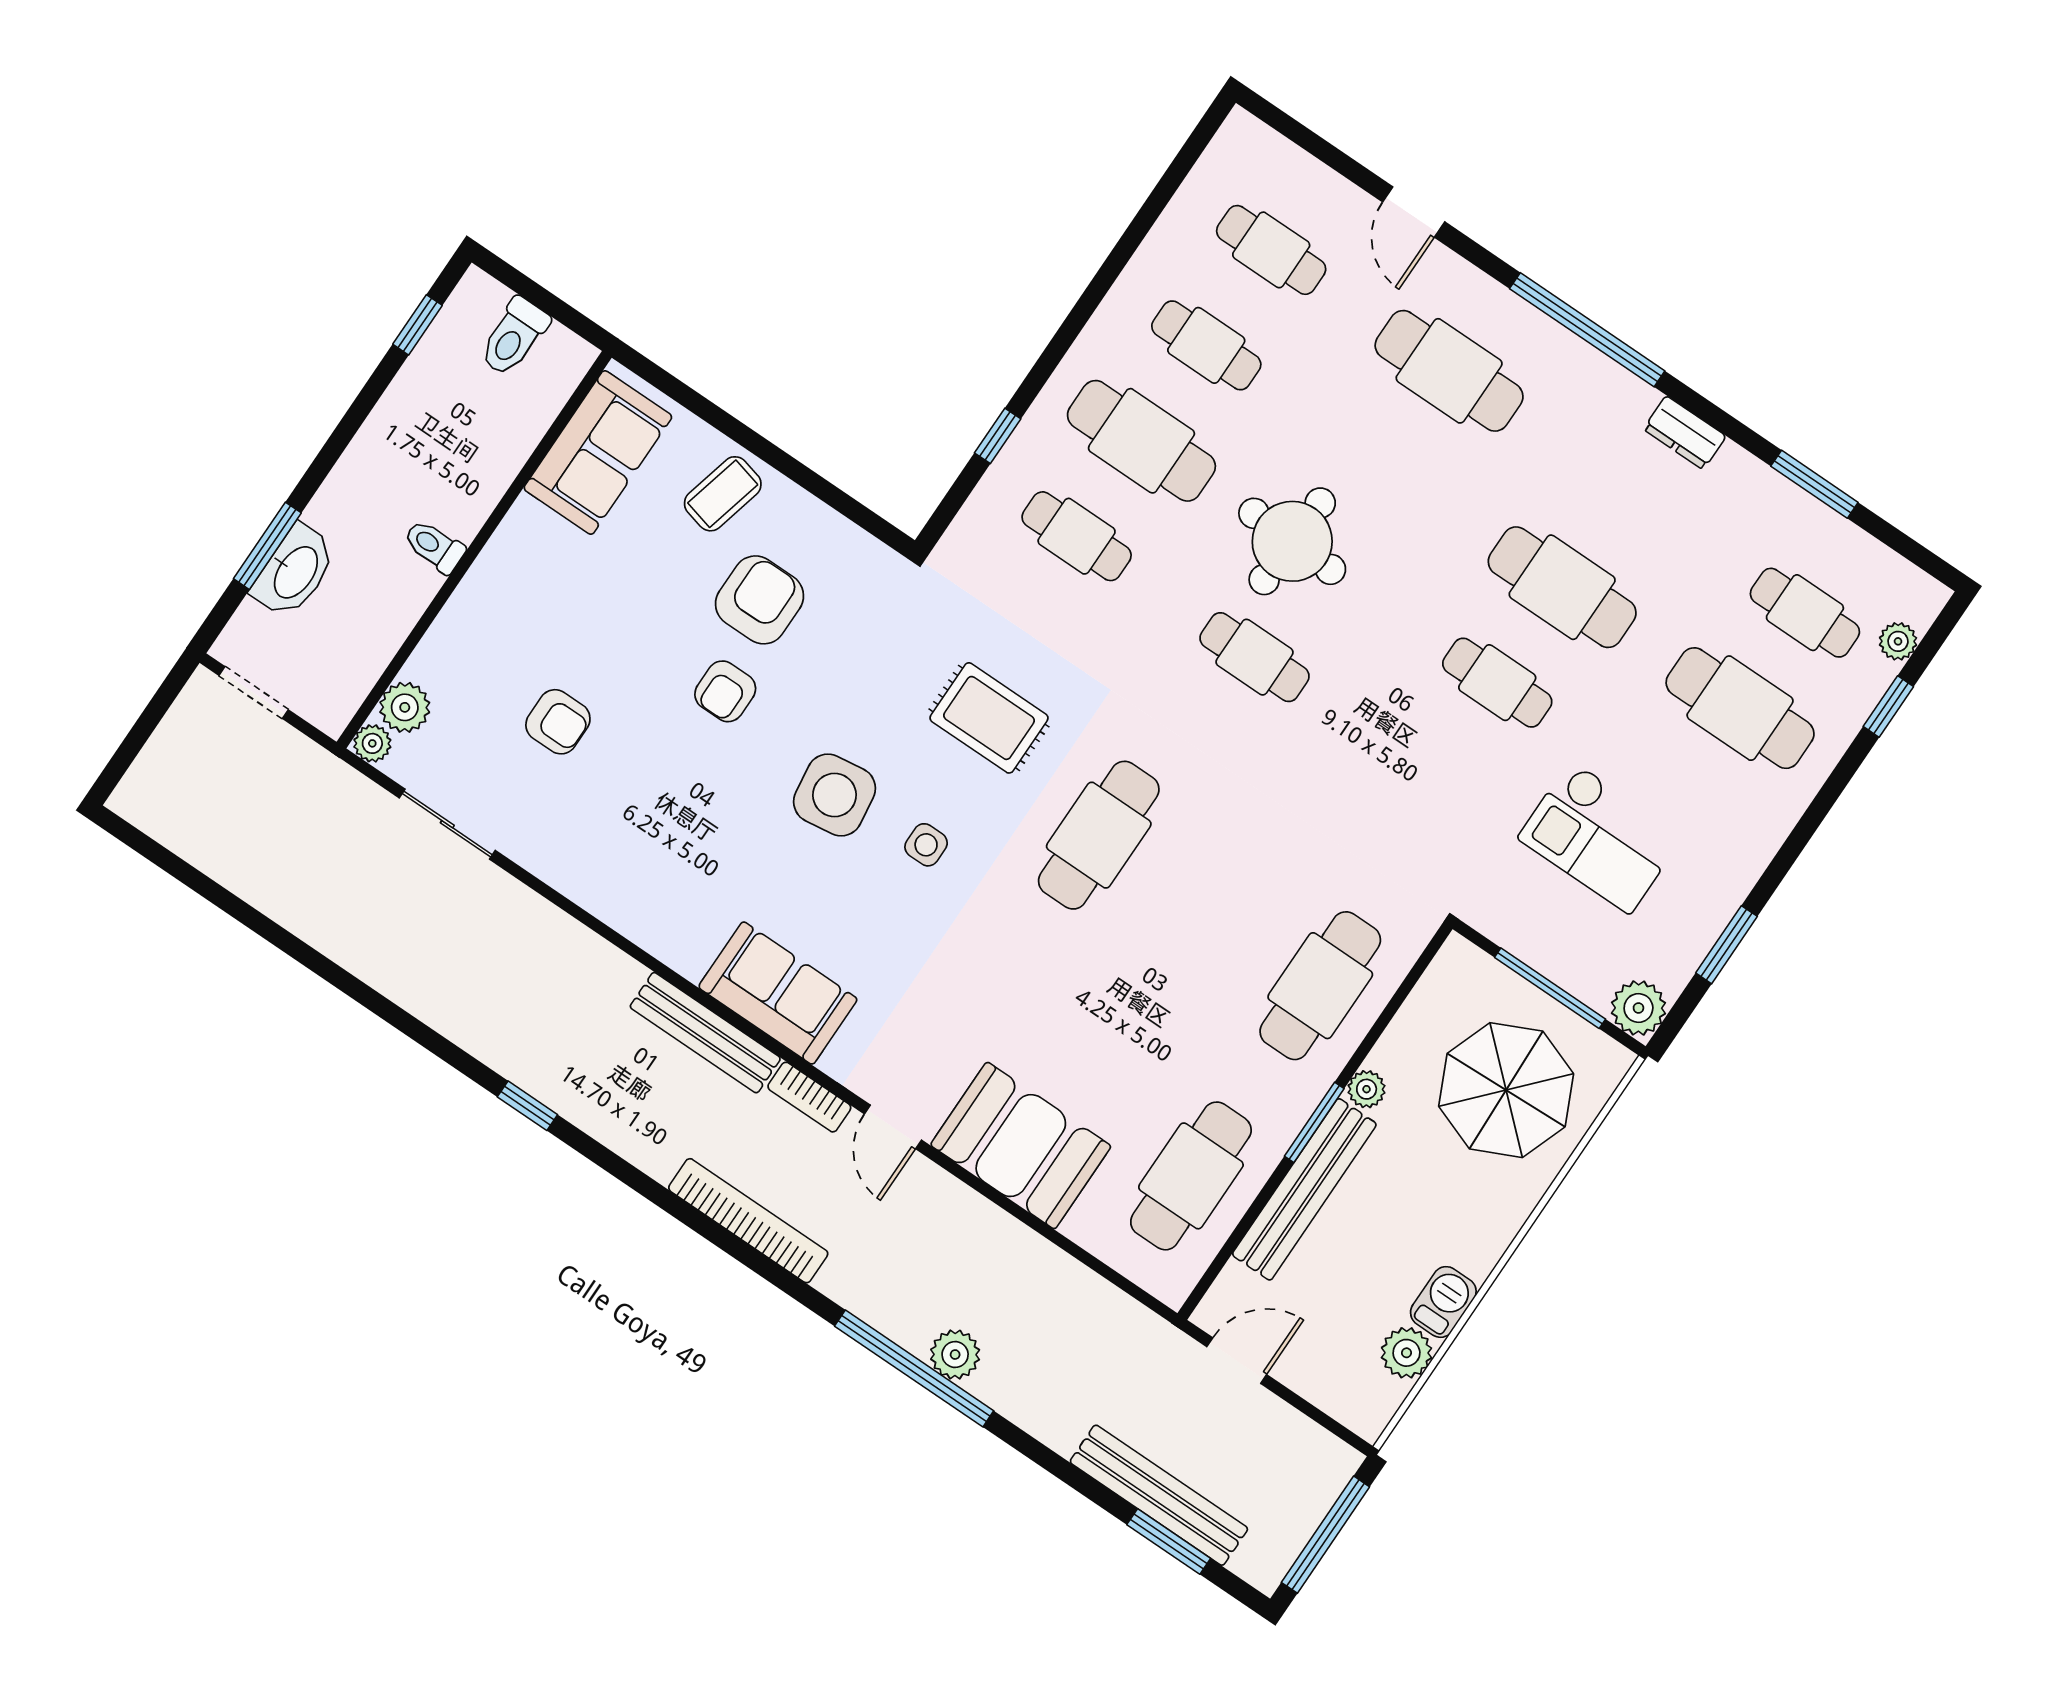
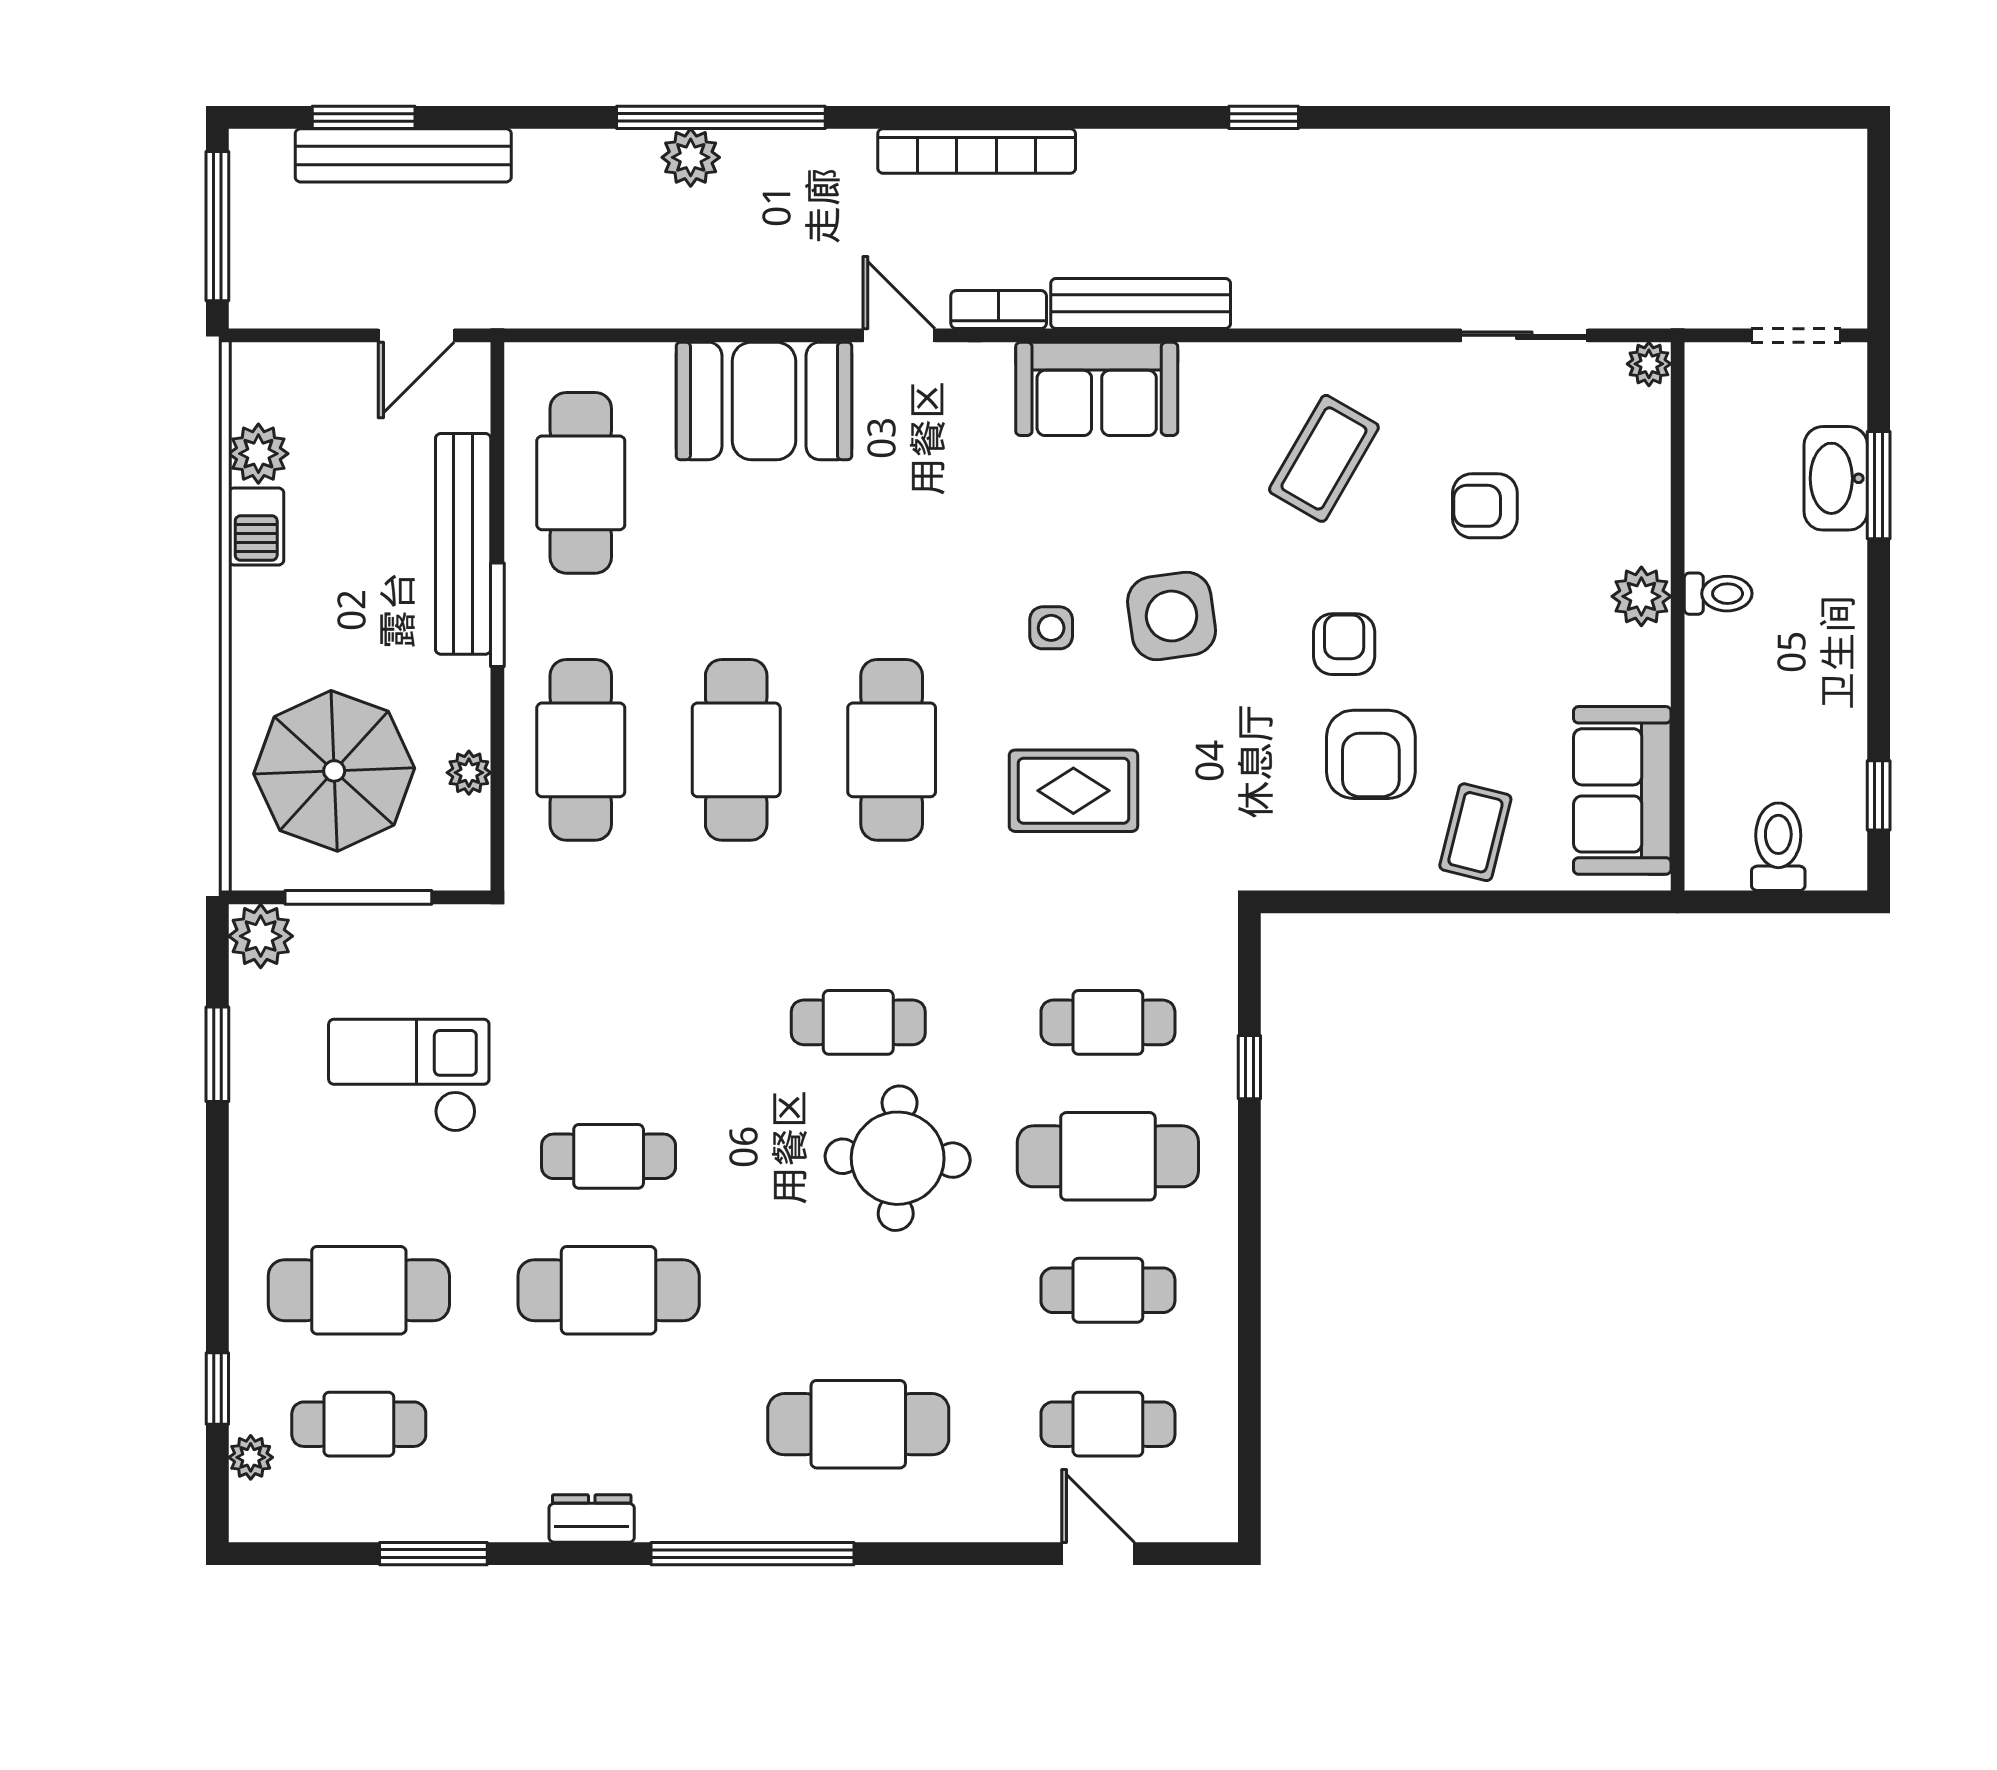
door: (1414, 212) -> (1098, 1554), moved
plant: (405, 707) -> (1641, 596), moved
coffee table: (650, 833) -> (1324, 458), added
cafe table: (1210, 910) -> (736, 750), added
plant: (1367, 1089) -> (469, 773), moved

